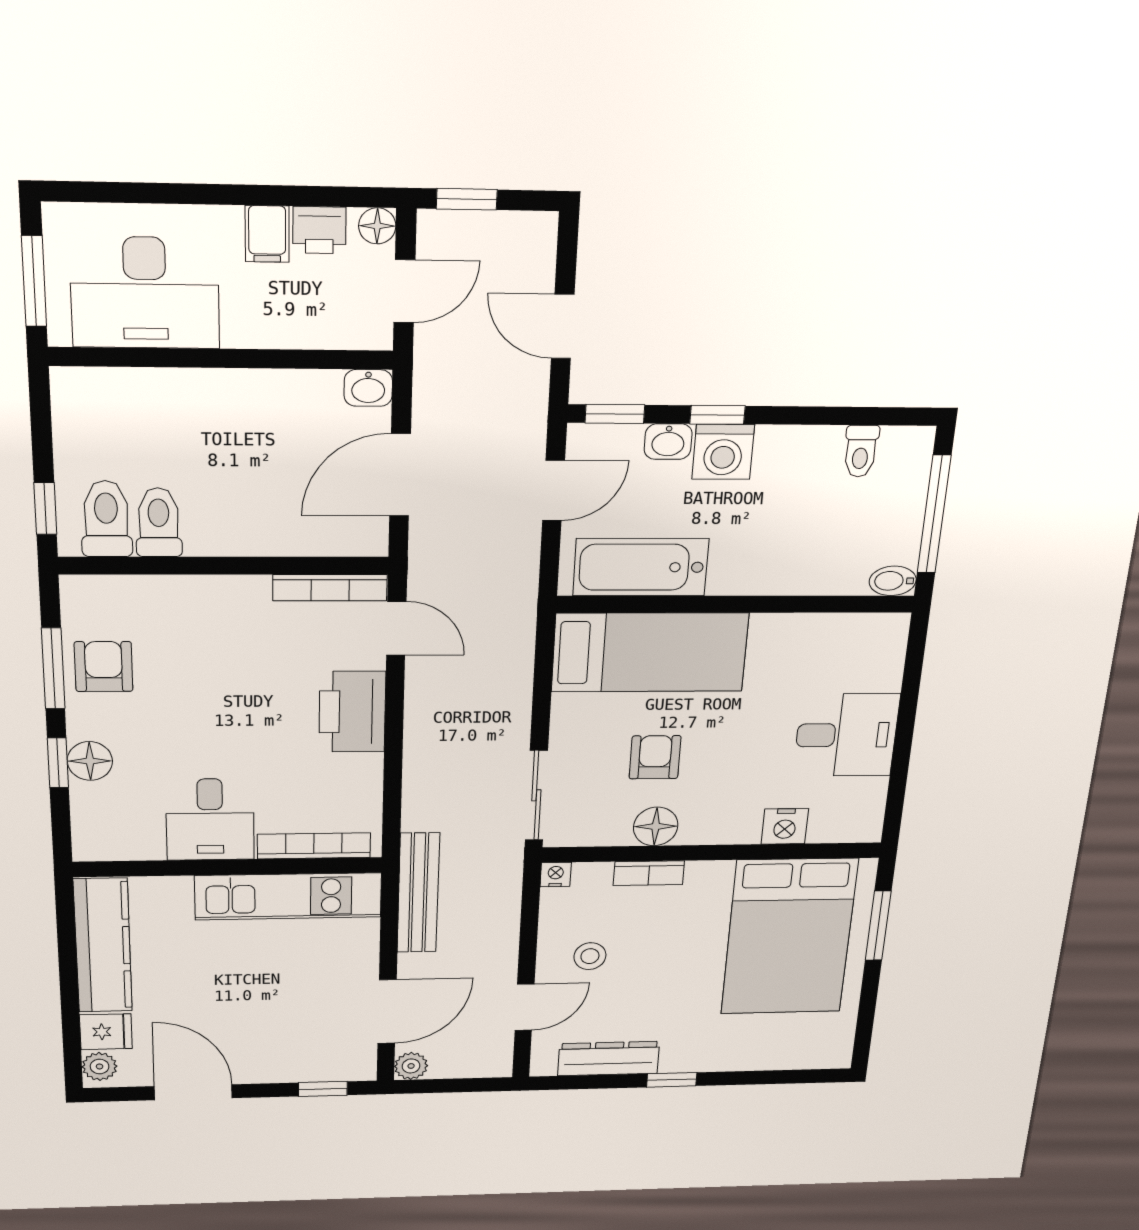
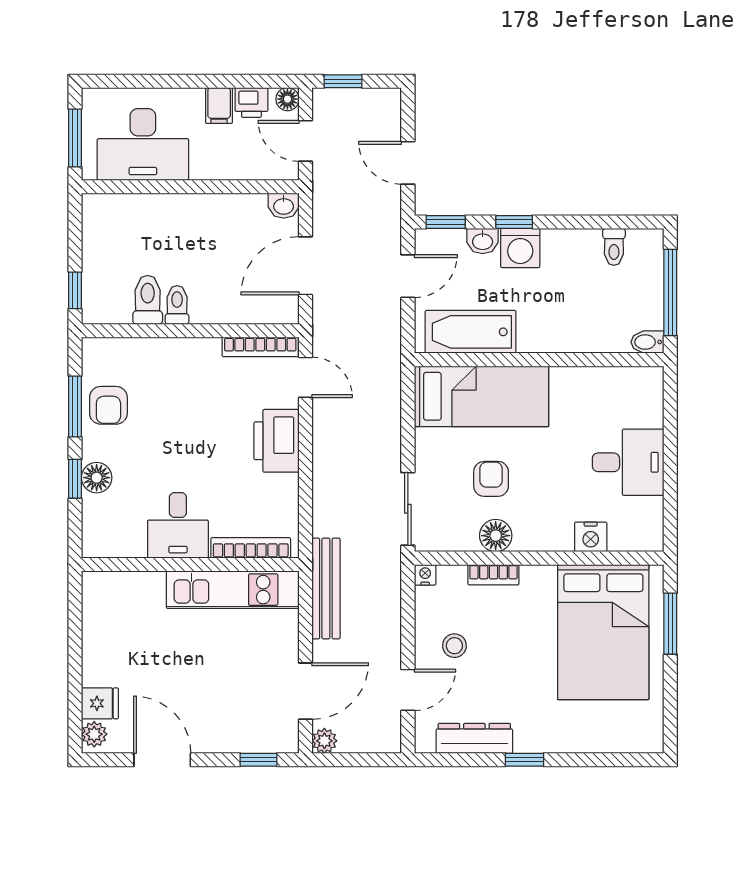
door: (404, 291) -> (305, 141), swing flipped
toilet: (106, 519) -> (177, 305), moved, width x0.73, depth x0.72
armchair: (104, 667) -> (108, 405), turned 180
kitchen counter: (103, 946) -> (100, 629), removed

